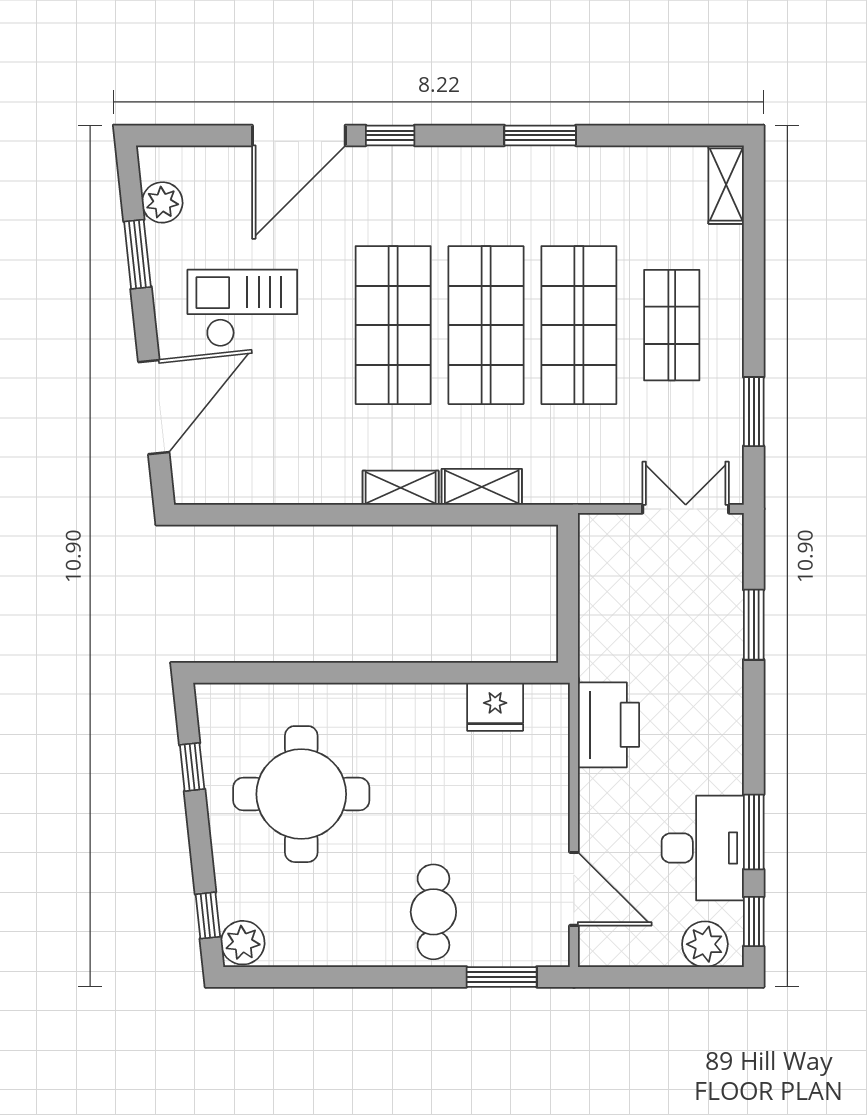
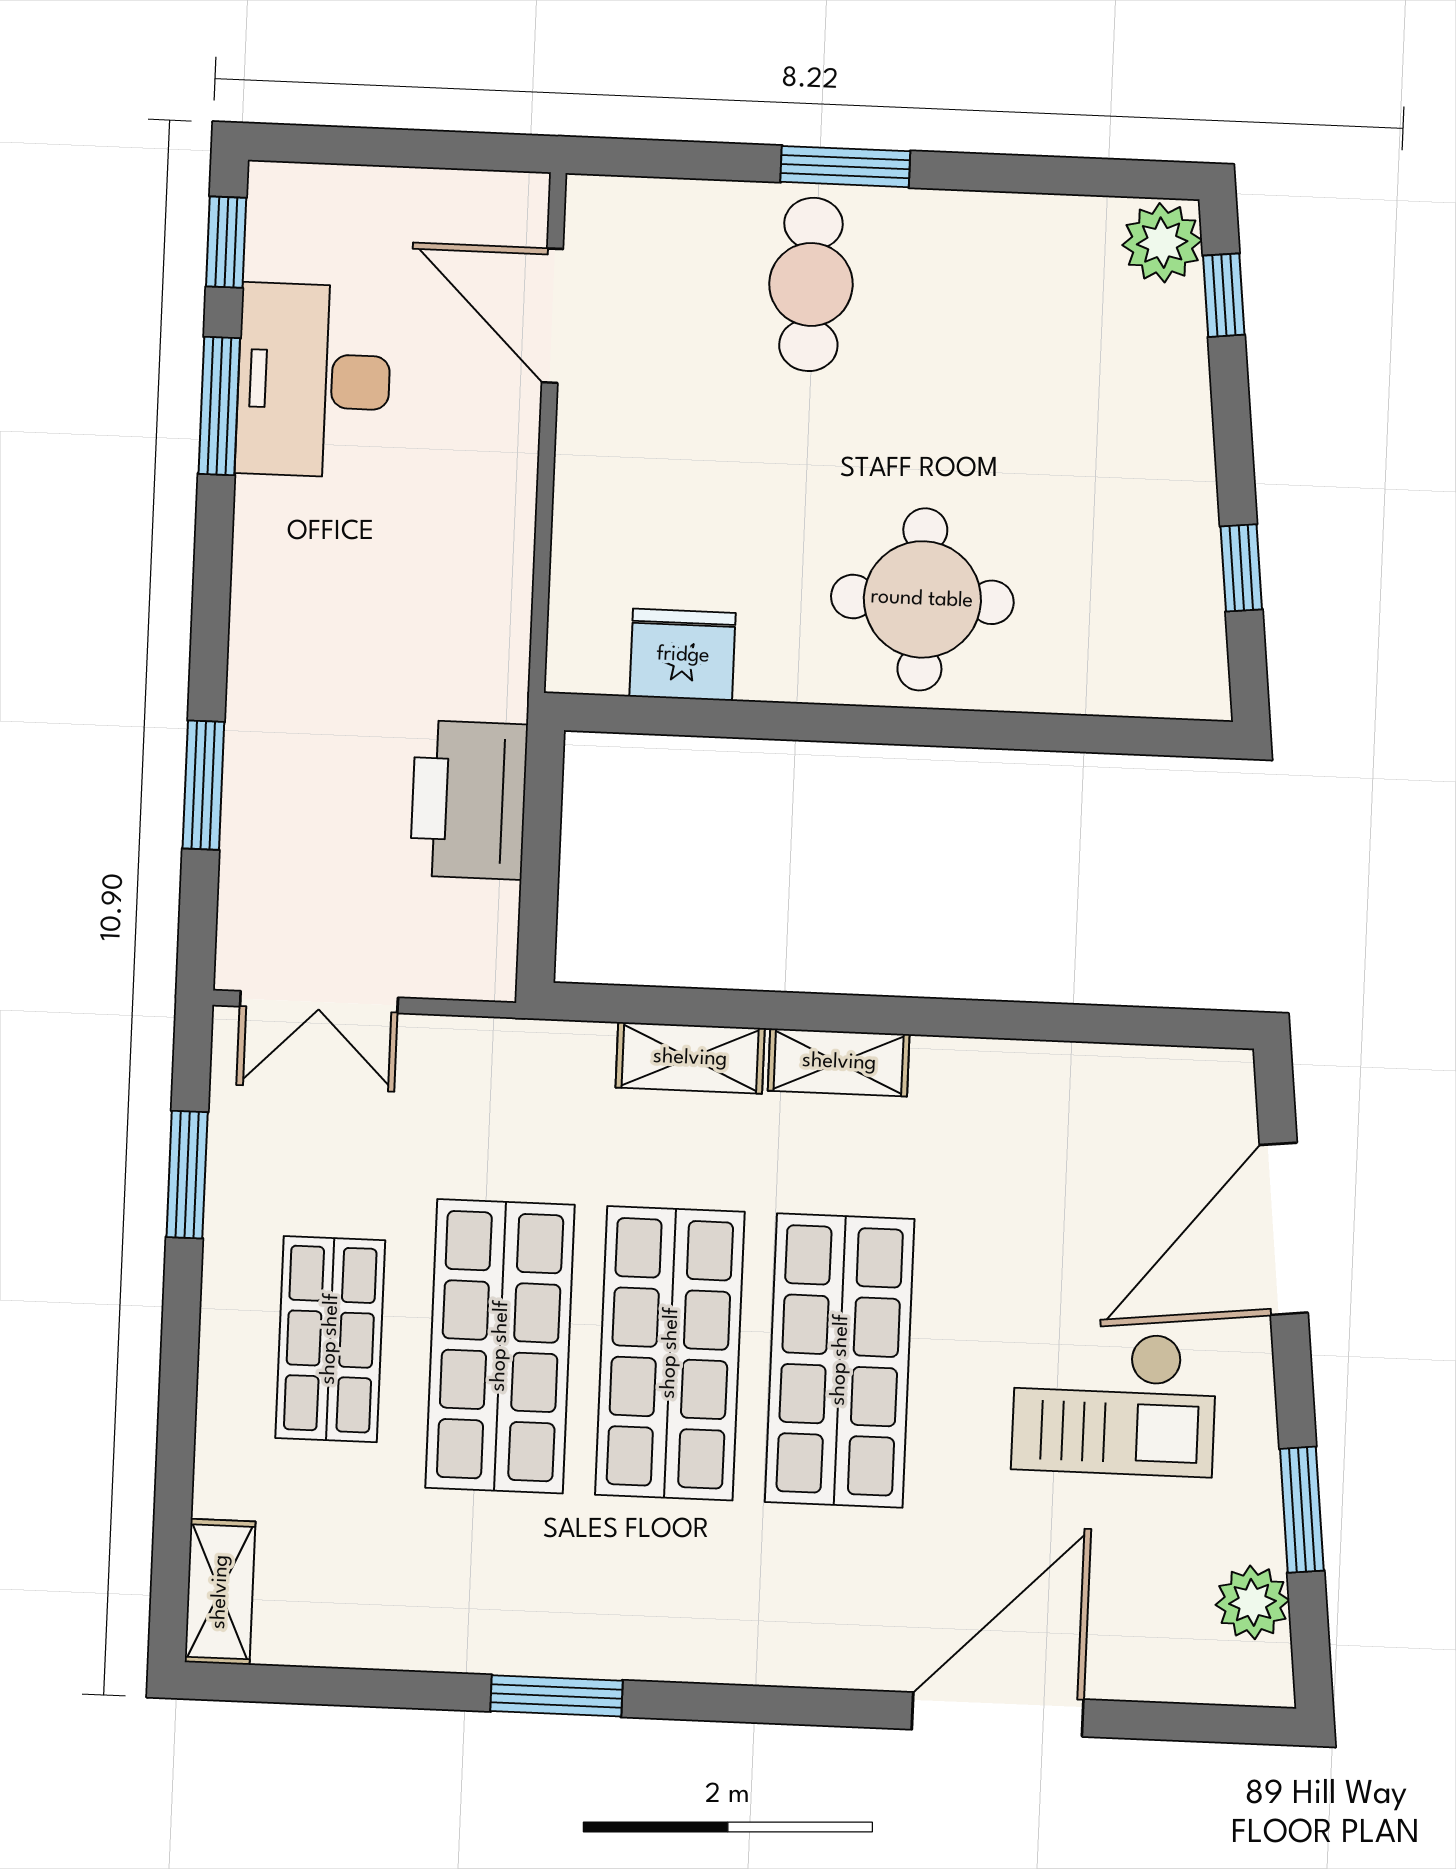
window: (390, 135) -> (831, 1707), removed
printer: (608, 725) -> (469, 800), moved
round table: (301, 794) -> (922, 599), moved, width x0.73, depth x0.73
plant: (705, 944) -> (317, 204), removed
window: (502, 977) -> (845, 167), moved

